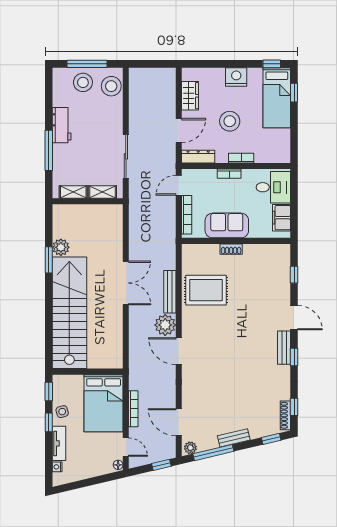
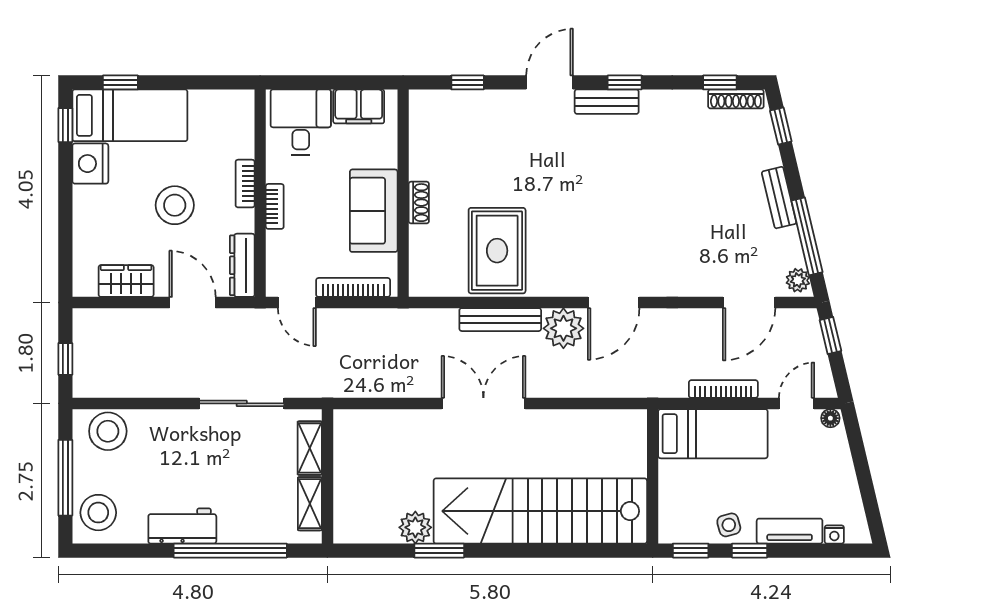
window: (149, 64) -> (65, 359), added
nightstand: (236, 77) -> (90, 164), moved
stool: (83, 82) -> (98, 513), moved
window: (49, 150) -> (230, 551), width x1.46
bed: (104, 403) -> (713, 434), width x0.67

